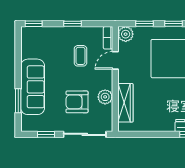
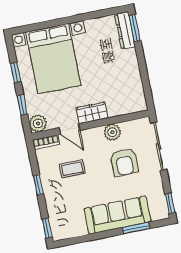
wardrobe: (125, 103) -> (92, 113), moved, width x0.67
window: (46, 134) -> (170, 203), moved

